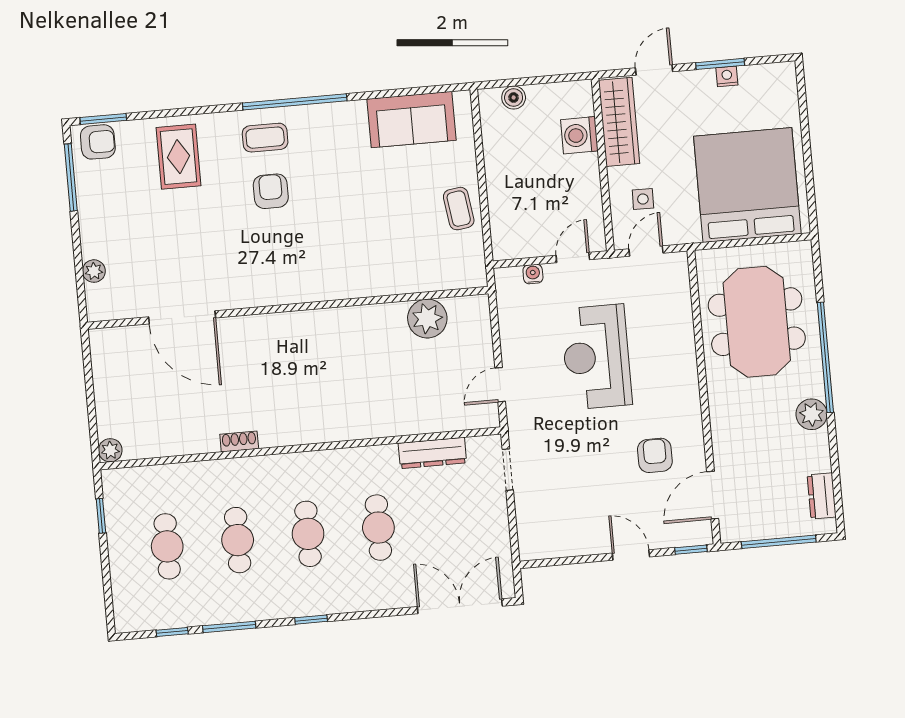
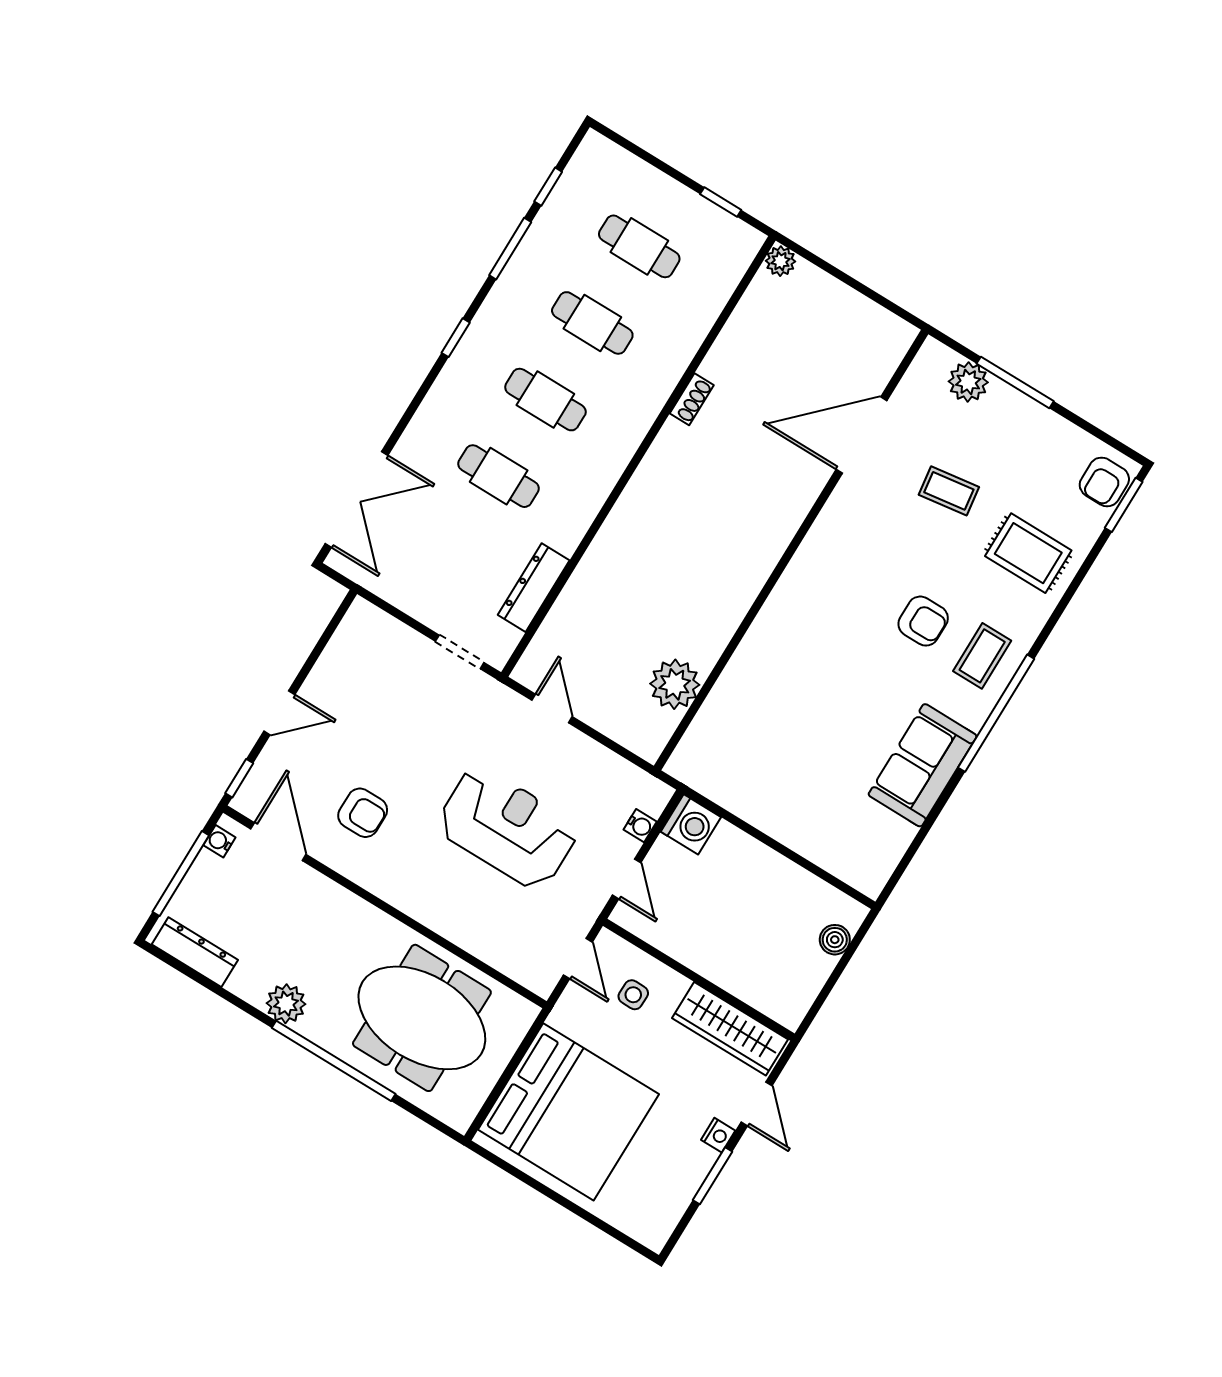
nightstand: (727, 76) -> (718, 1135), moved
sofa: (411, 120) -> (923, 765), moved
washing machine: (579, 135) -> (691, 824), moved, turned 90
window: (71, 177) -> (1015, 382), moved
coffee table: (459, 209) -> (949, 491), moved
plant: (94, 271) -> (968, 382), width x1.38, depth x1.38
dresser: (822, 496) -> (195, 952), width x1.44
water cooler: (740, 533) -> (219, 841), added

